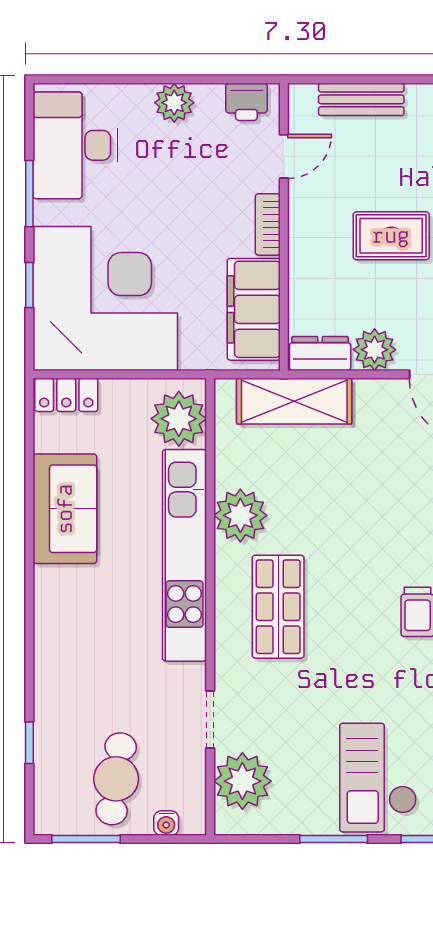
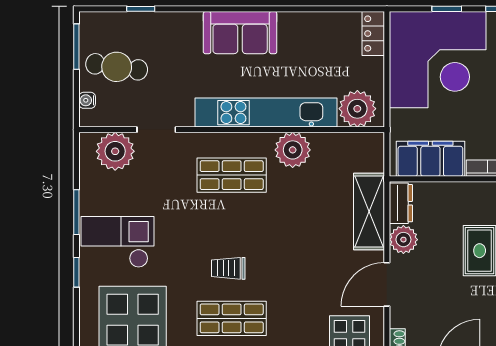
shelving: (294, 401) -> (369, 212), moved
sofa: (65, 509) -> (240, 33), moved

